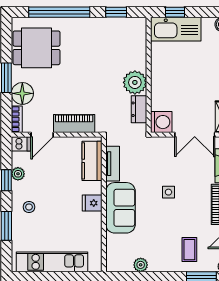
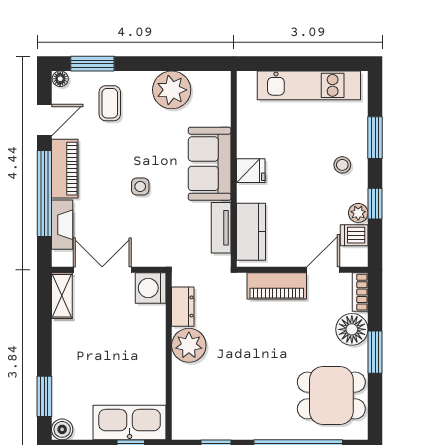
dishwasher: (21, 144) -> (354, 235), moved
plant: (141, 265) -> (172, 90), width x1.88, depth x1.88

